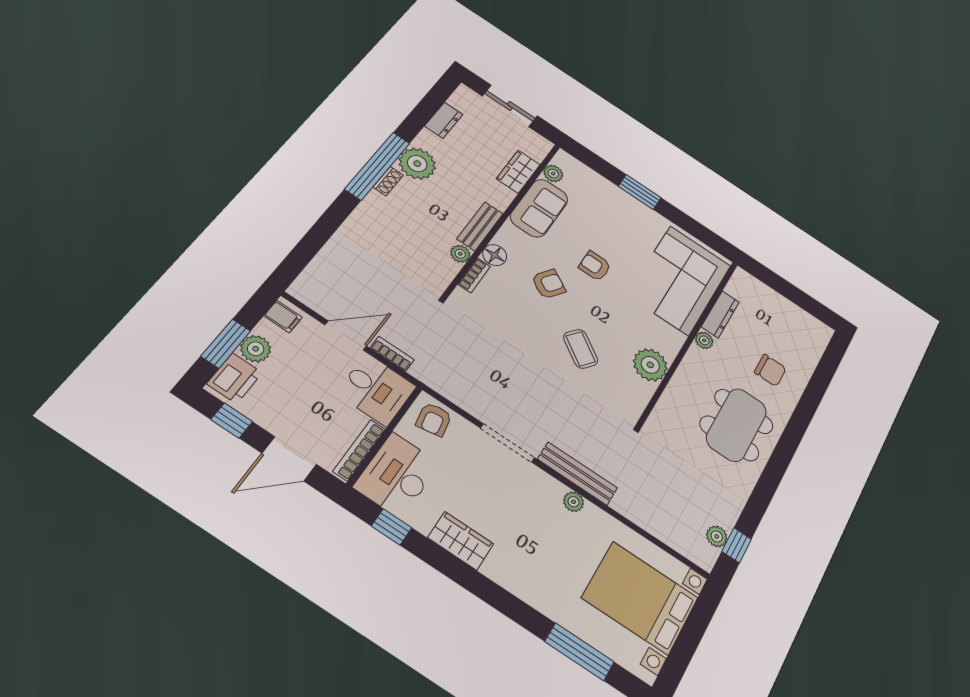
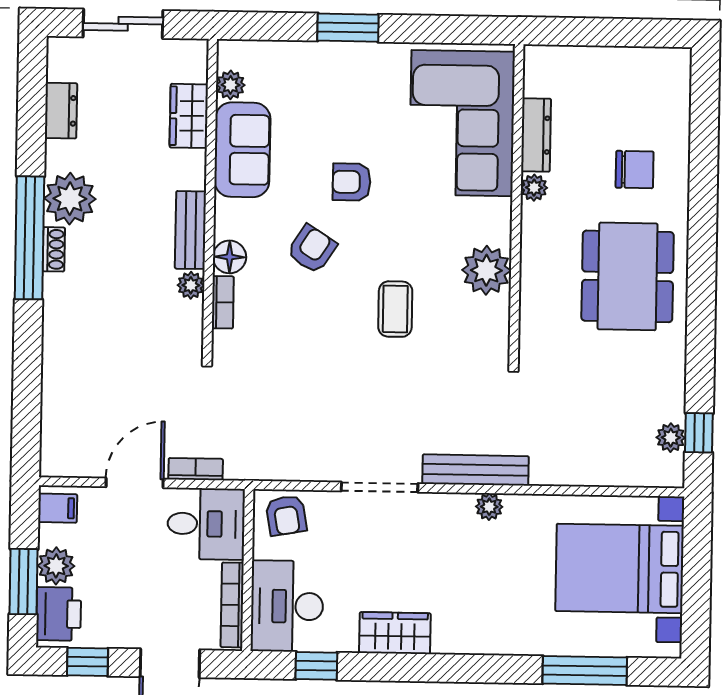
coffee table: (581, 349) -> (395, 309), turned 54

